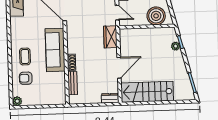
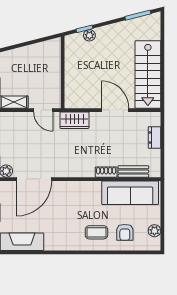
door: (117, 13) -> (43, 110), swing flipped
boiler: (156, 16) -> (49, 60), removed
sofa: (55, 50) -> (130, 193), moved
dresser: (110, 98) -> (154, 138), moved
plant: (17, 101) -> (154, 231), moved

